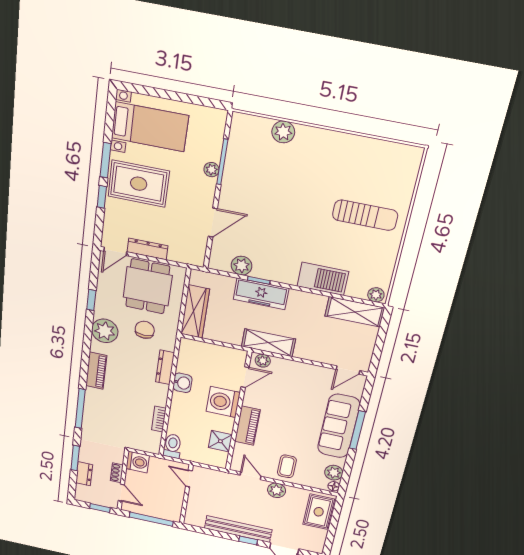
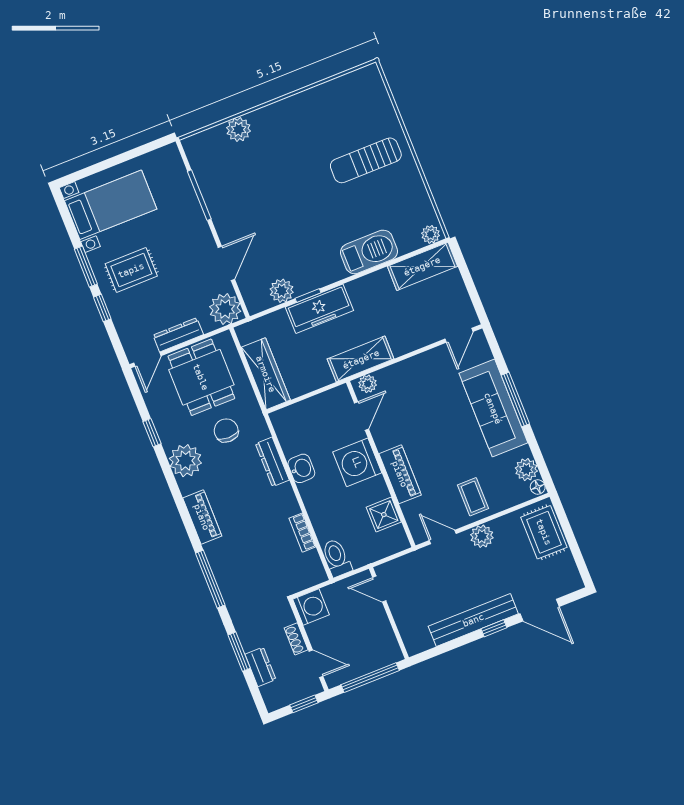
plant: (212, 170) -> (225, 309), moved, width x1.87, depth x1.87
rug: (139, 184) -> (131, 270), width x0.73, depth x0.70
sun lounger: (365, 215) -> (366, 160), turned 180

